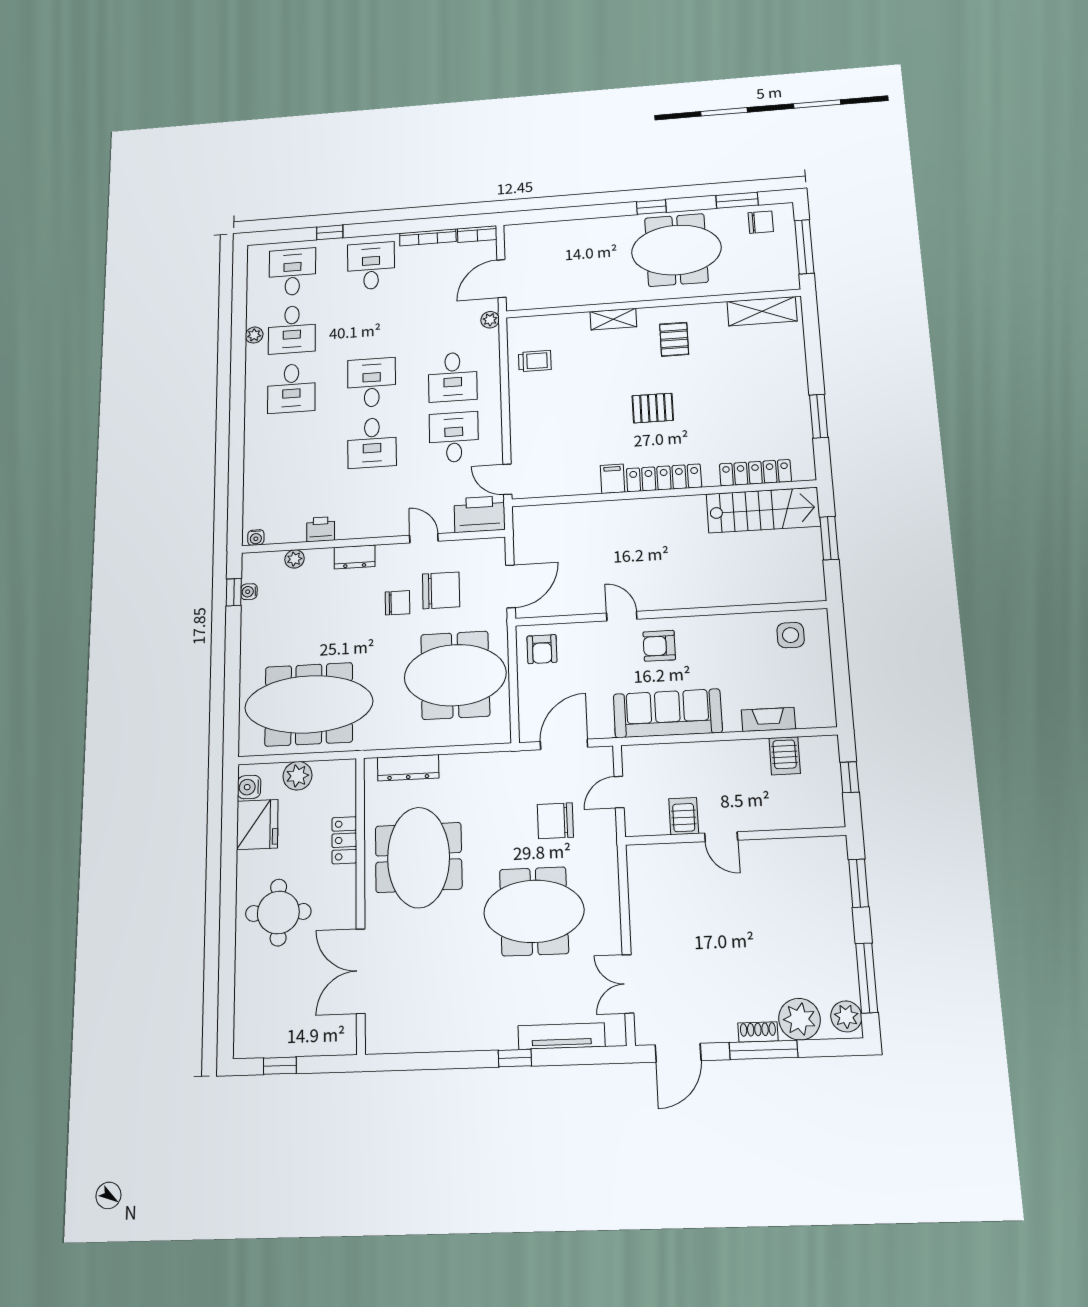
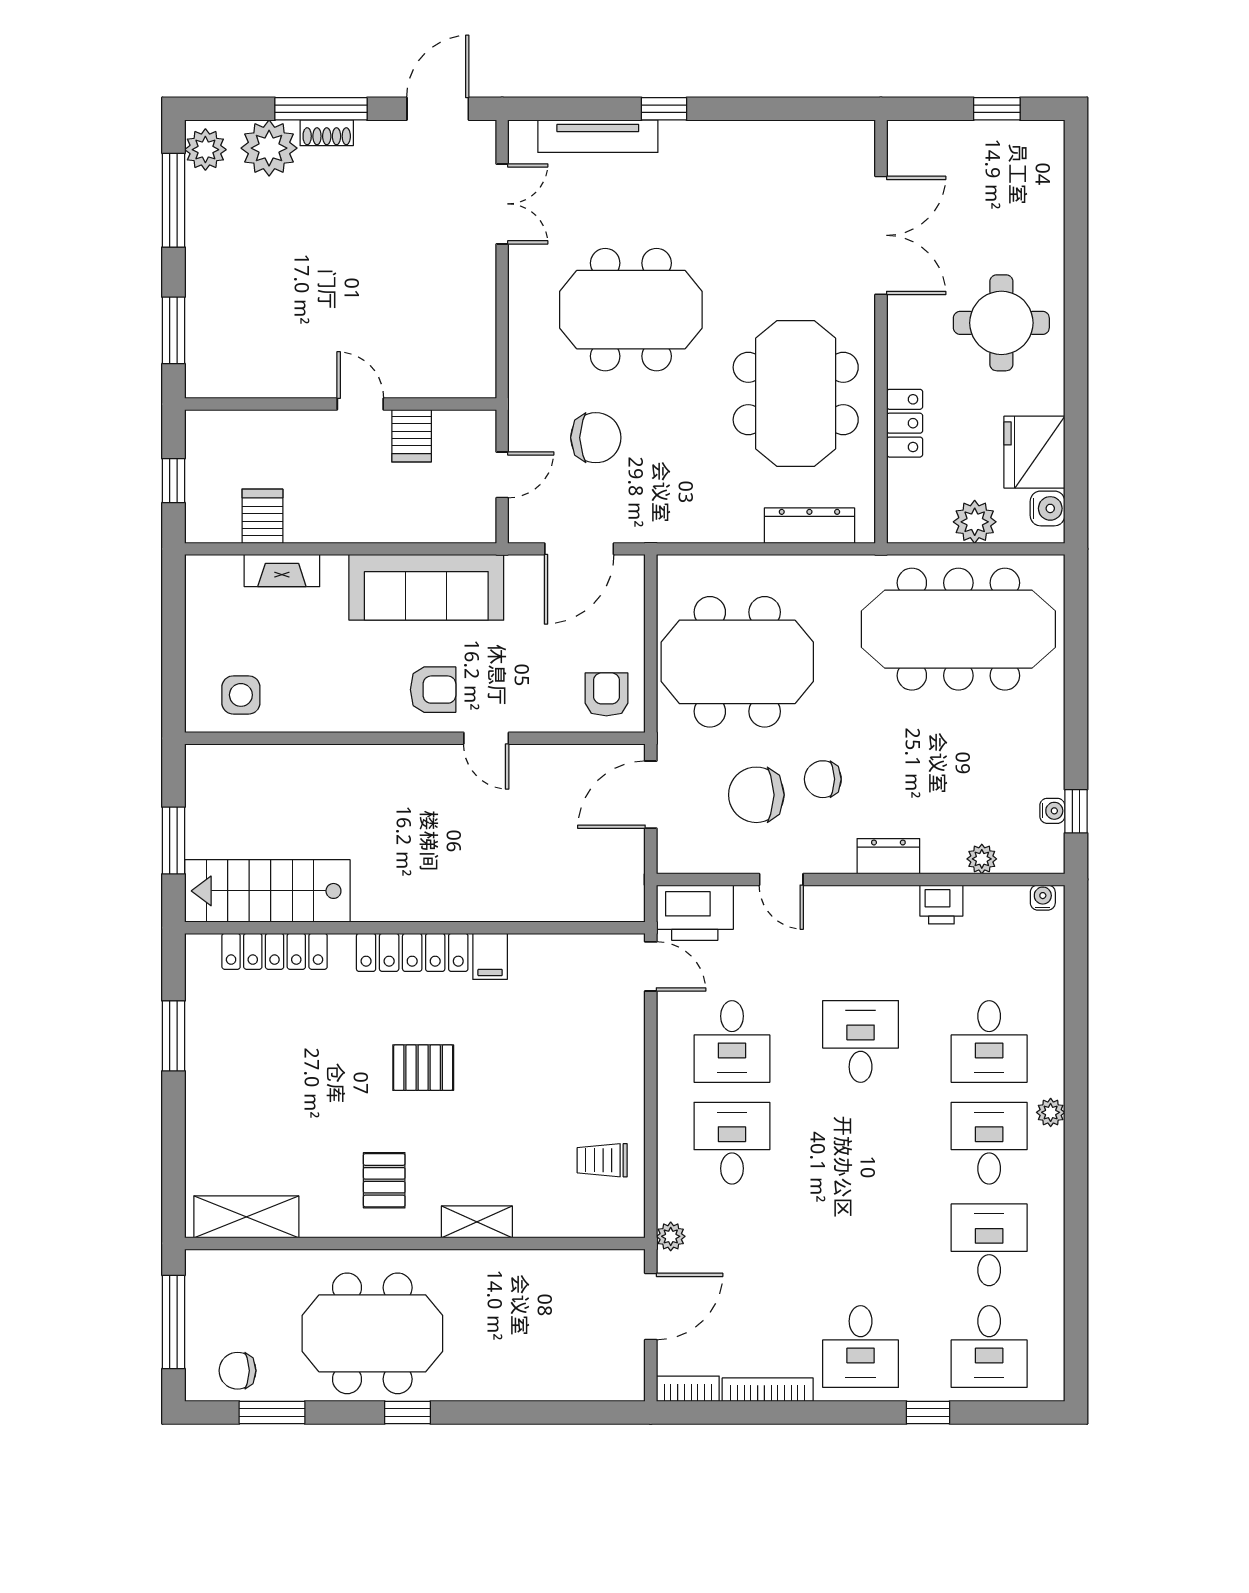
plant: (254, 335) -> (1051, 1112), moved
desk: (372, 383) -> (989, 1041), moved

